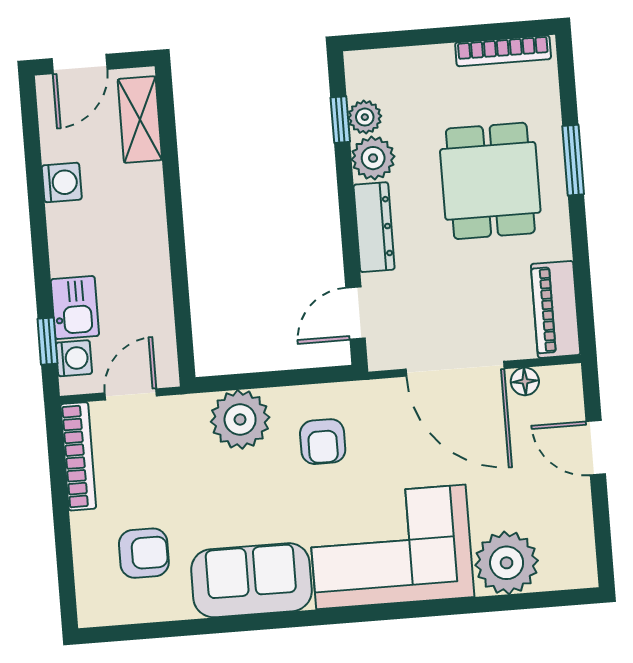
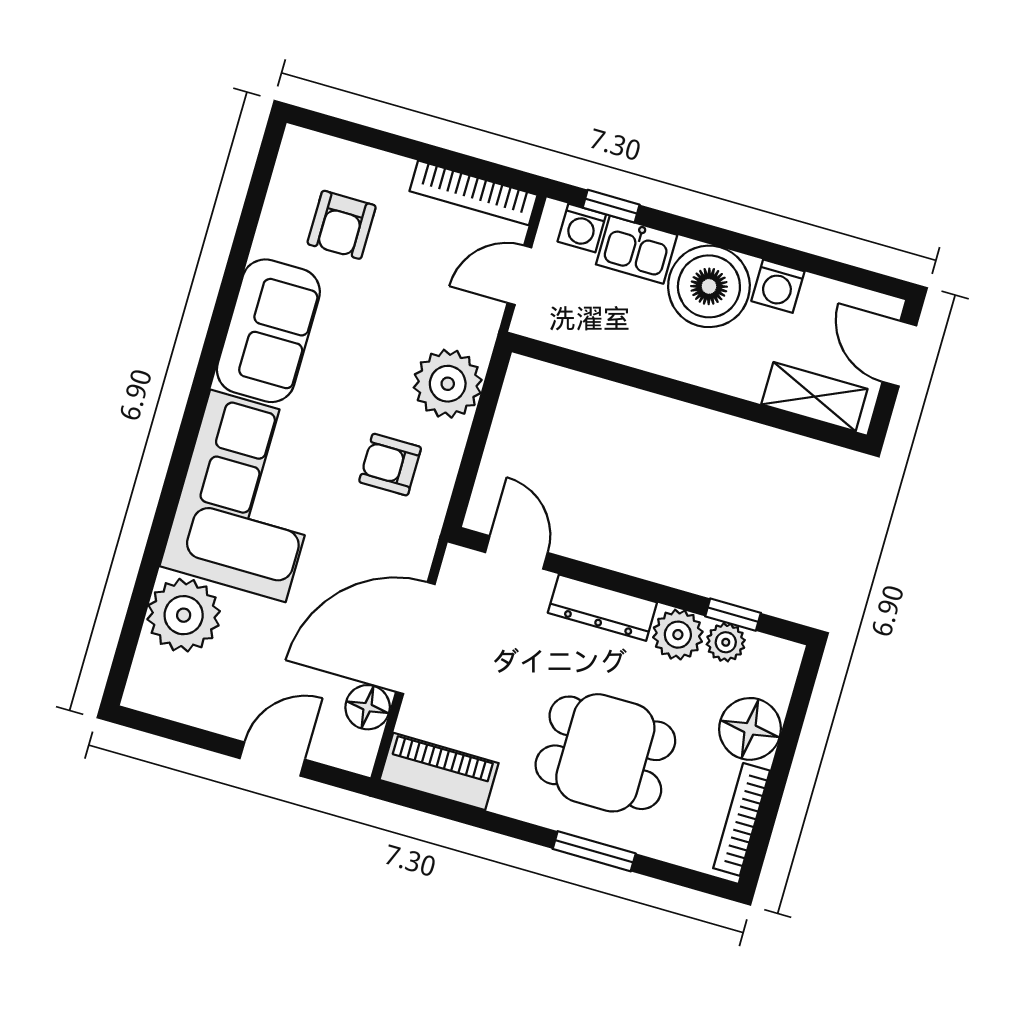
floor lamp: (427, 71) -> (750, 729), added
boiler: (83, 238) -> (709, 286), added
floor lamp: (525, 381) -> (368, 707), width x1.37, depth x1.37
door: (131, 394) -> (519, 275), swing flipped

